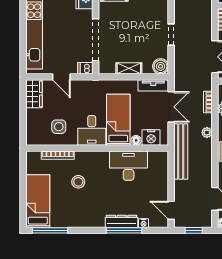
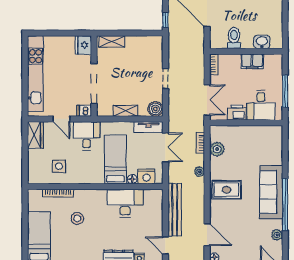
desk: (92, 130) -> (87, 136), moved, turned 180
bench: (181, 151) -> (175, 210), moved

